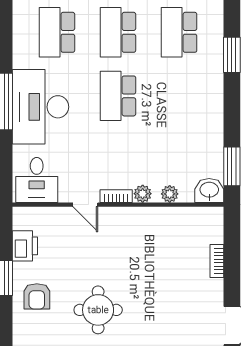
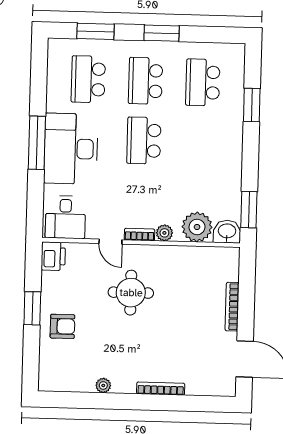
plant: (170, 194) -> (197, 227), width x1.88, depth x1.88
printer: (25, 246) -> (53, 256), moved
bookcase: (217, 261) -> (232, 307), width x1.56
armchair: (37, 296) -> (62, 326), turned -90
round table: (98, 310) -> (131, 293), moved

